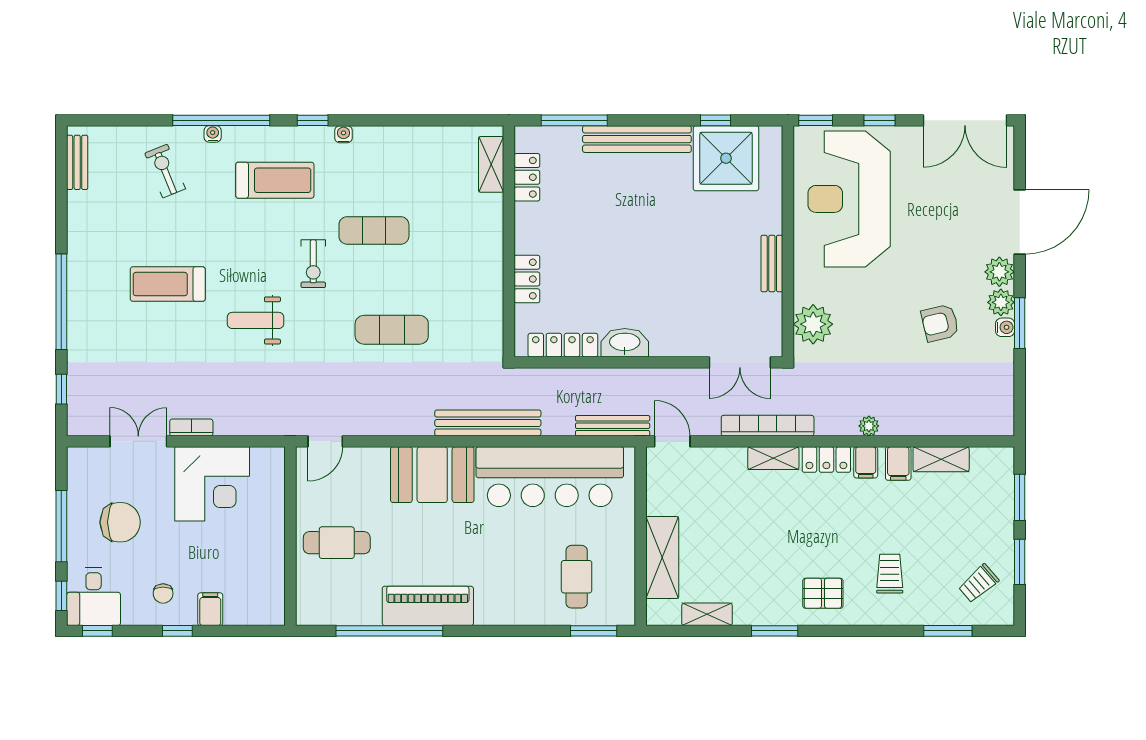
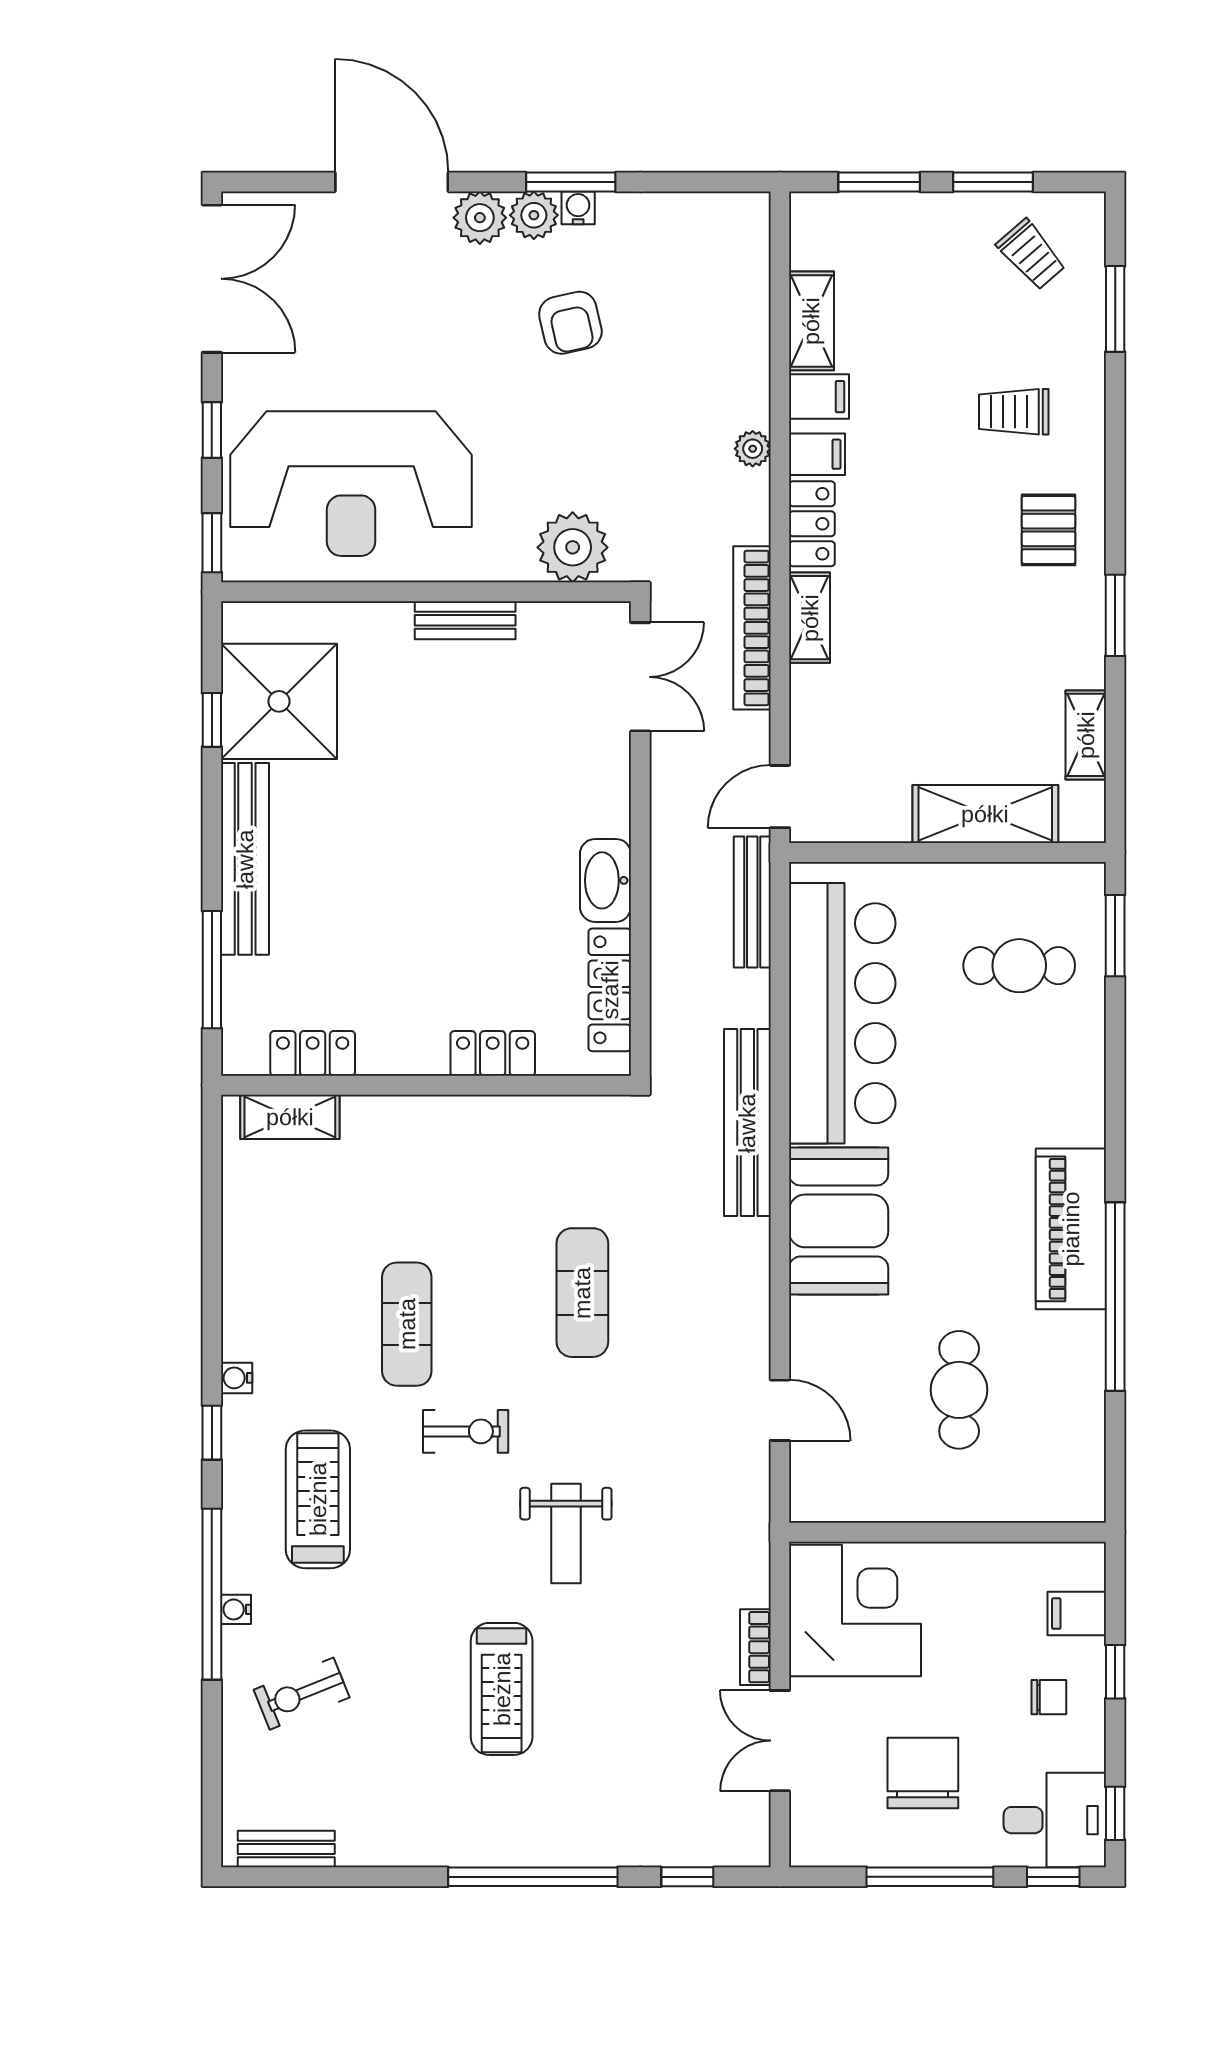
wall: (290, 536) -> (948, 1532), moved

